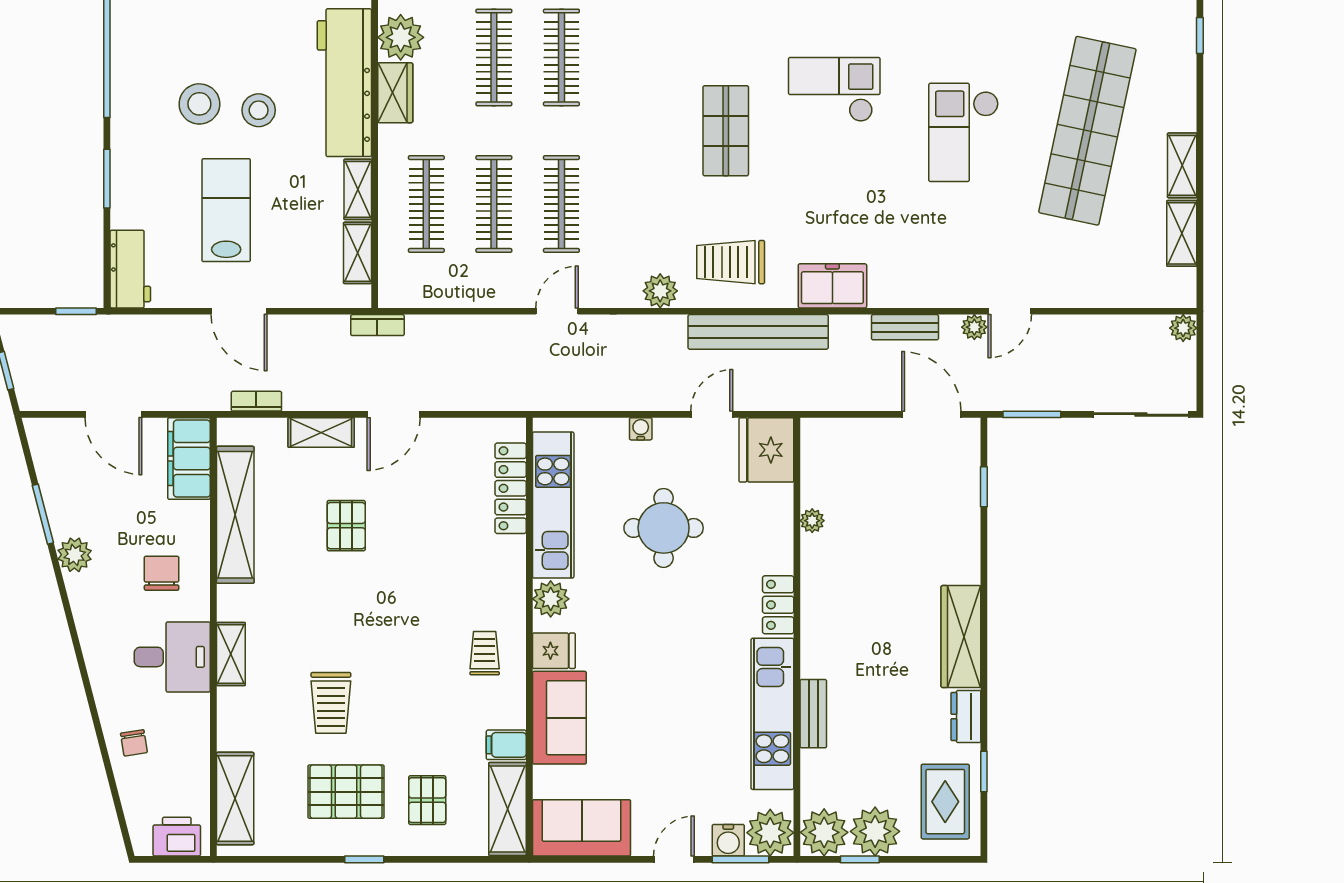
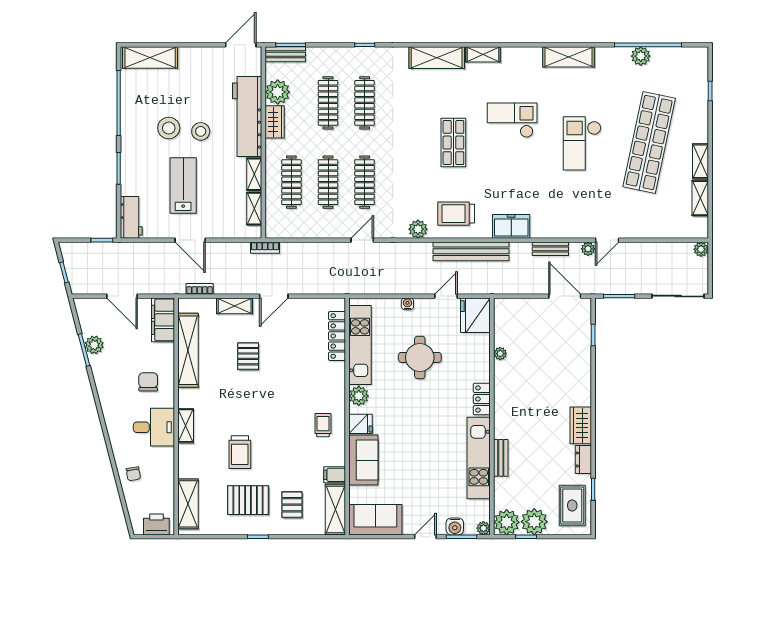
plant: (75, 555) -> (94, 345), moved
wardrobe: (961, 637) -> (581, 425), width x0.67
plant: (770, 833) -> (483, 528), width x0.53, depth x0.53

